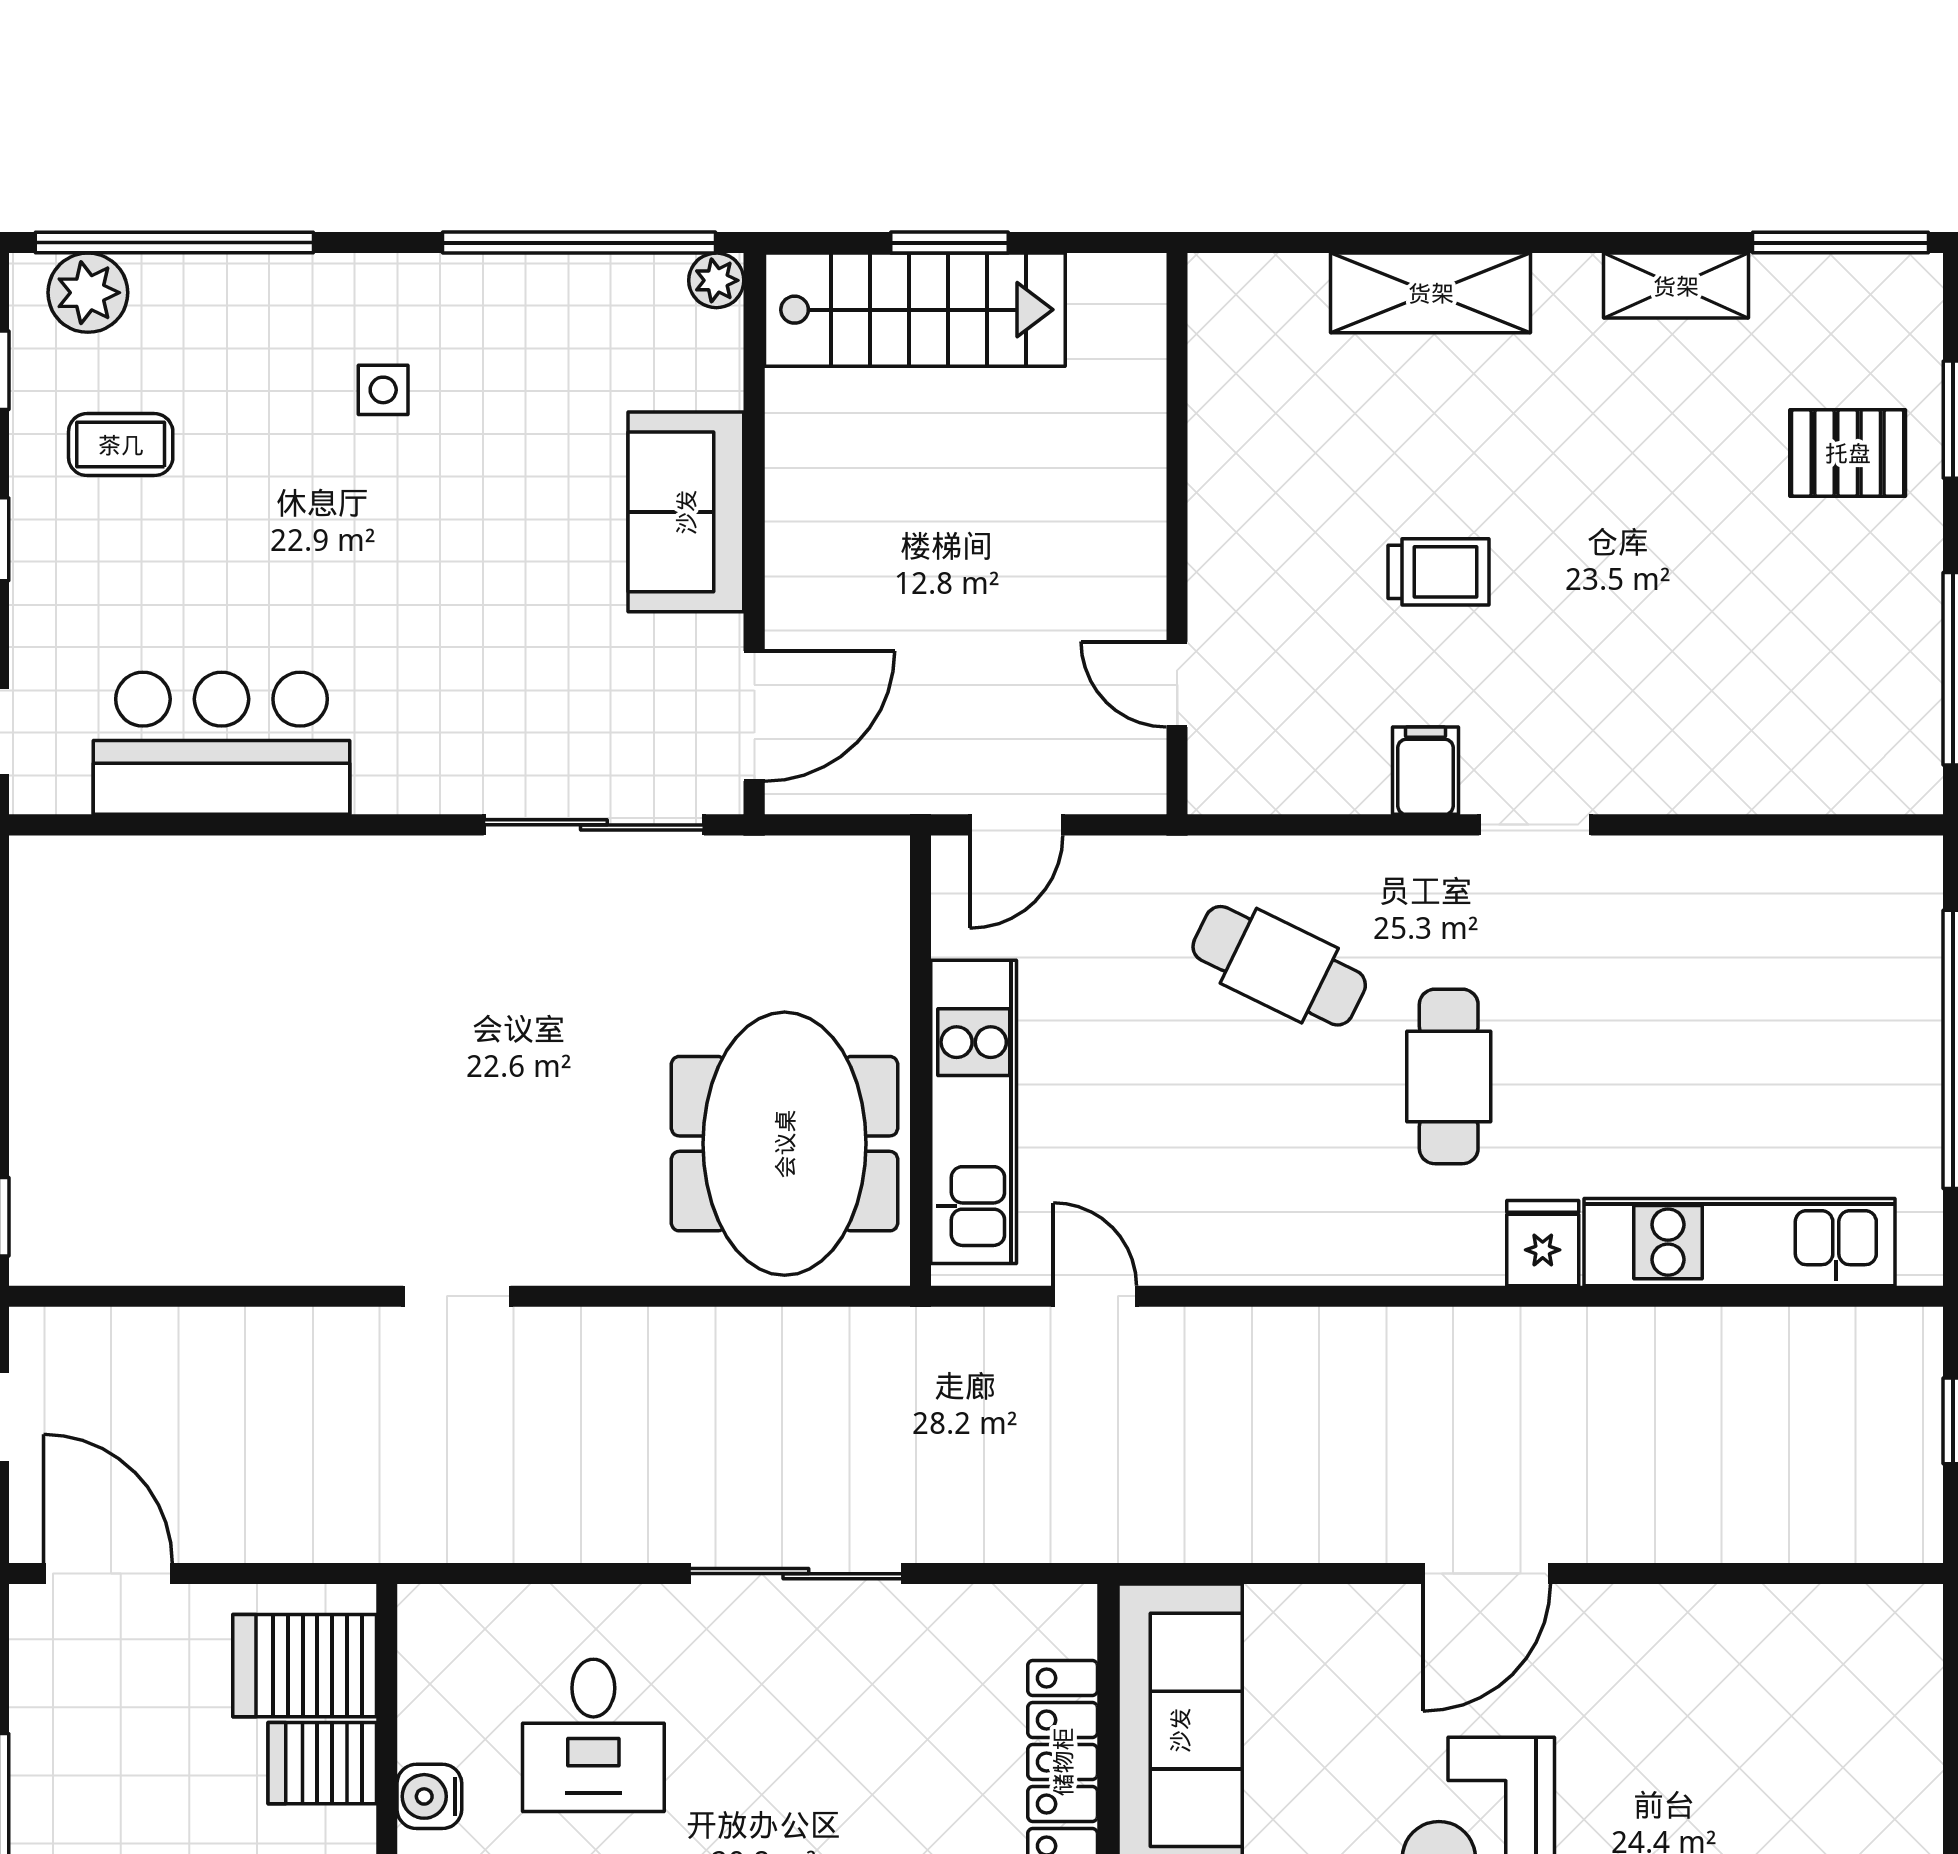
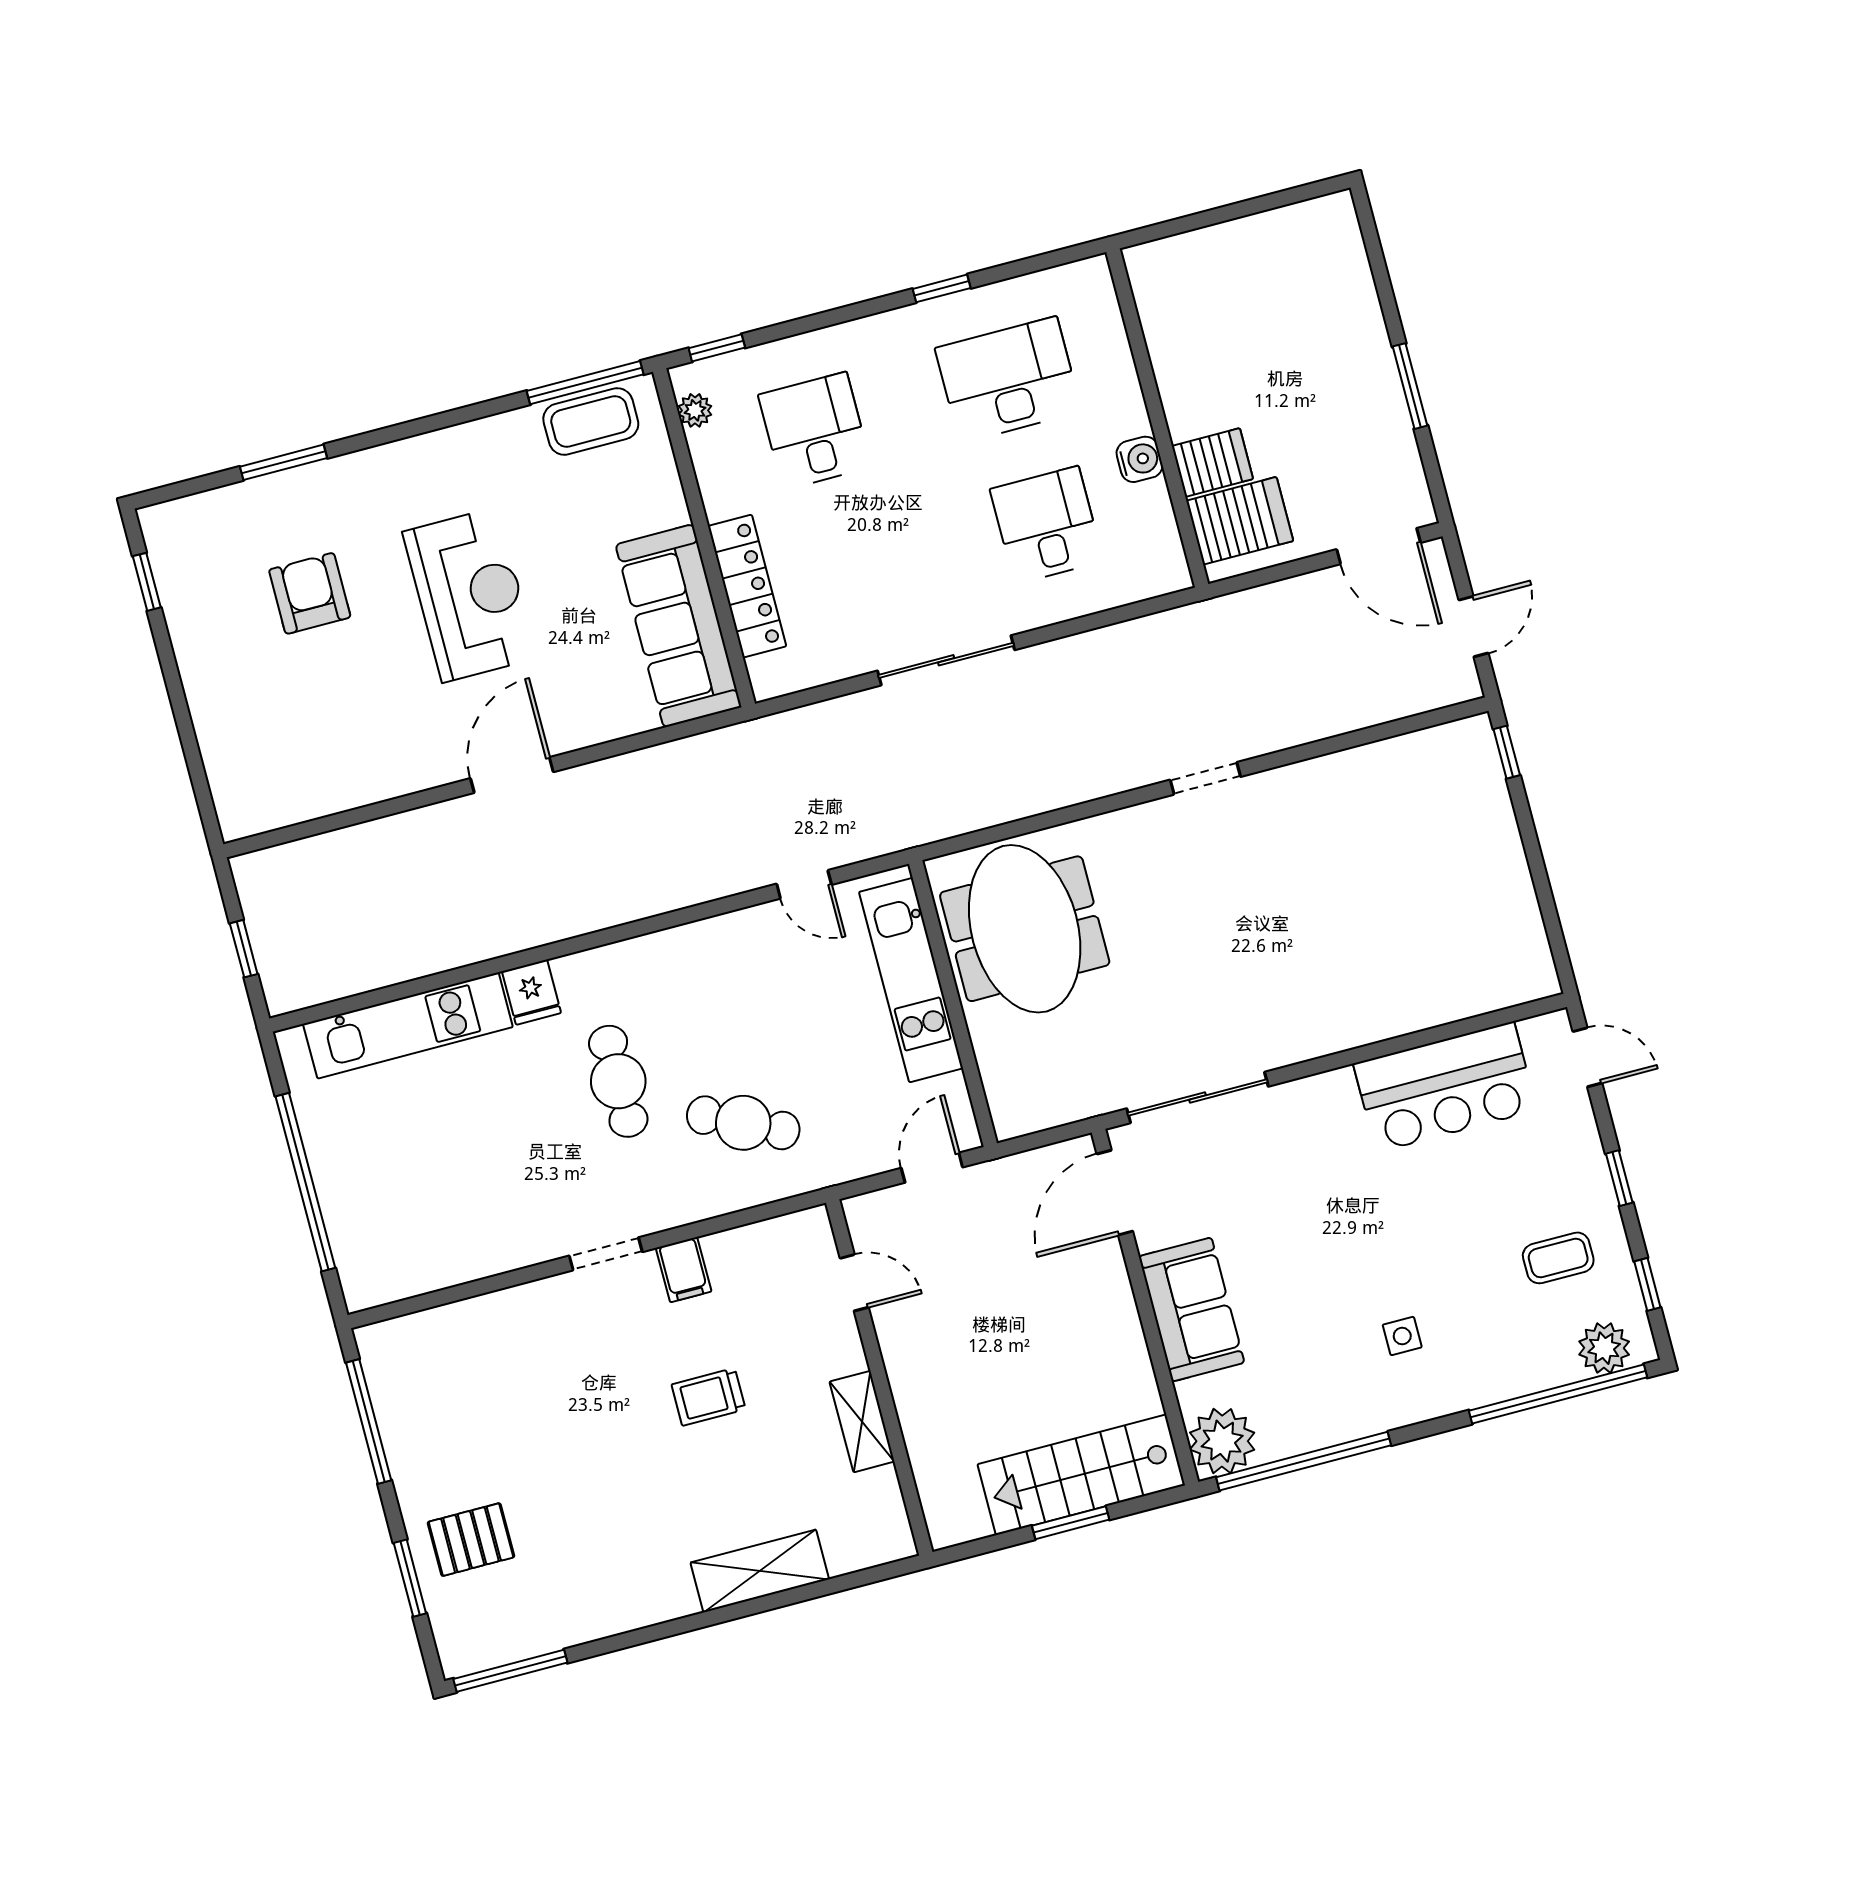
plant: (716, 280) -> (1222, 1441), width x1.88, depth x1.88
shelving: (1676, 286) -> (862, 1422), moved, turned 90

